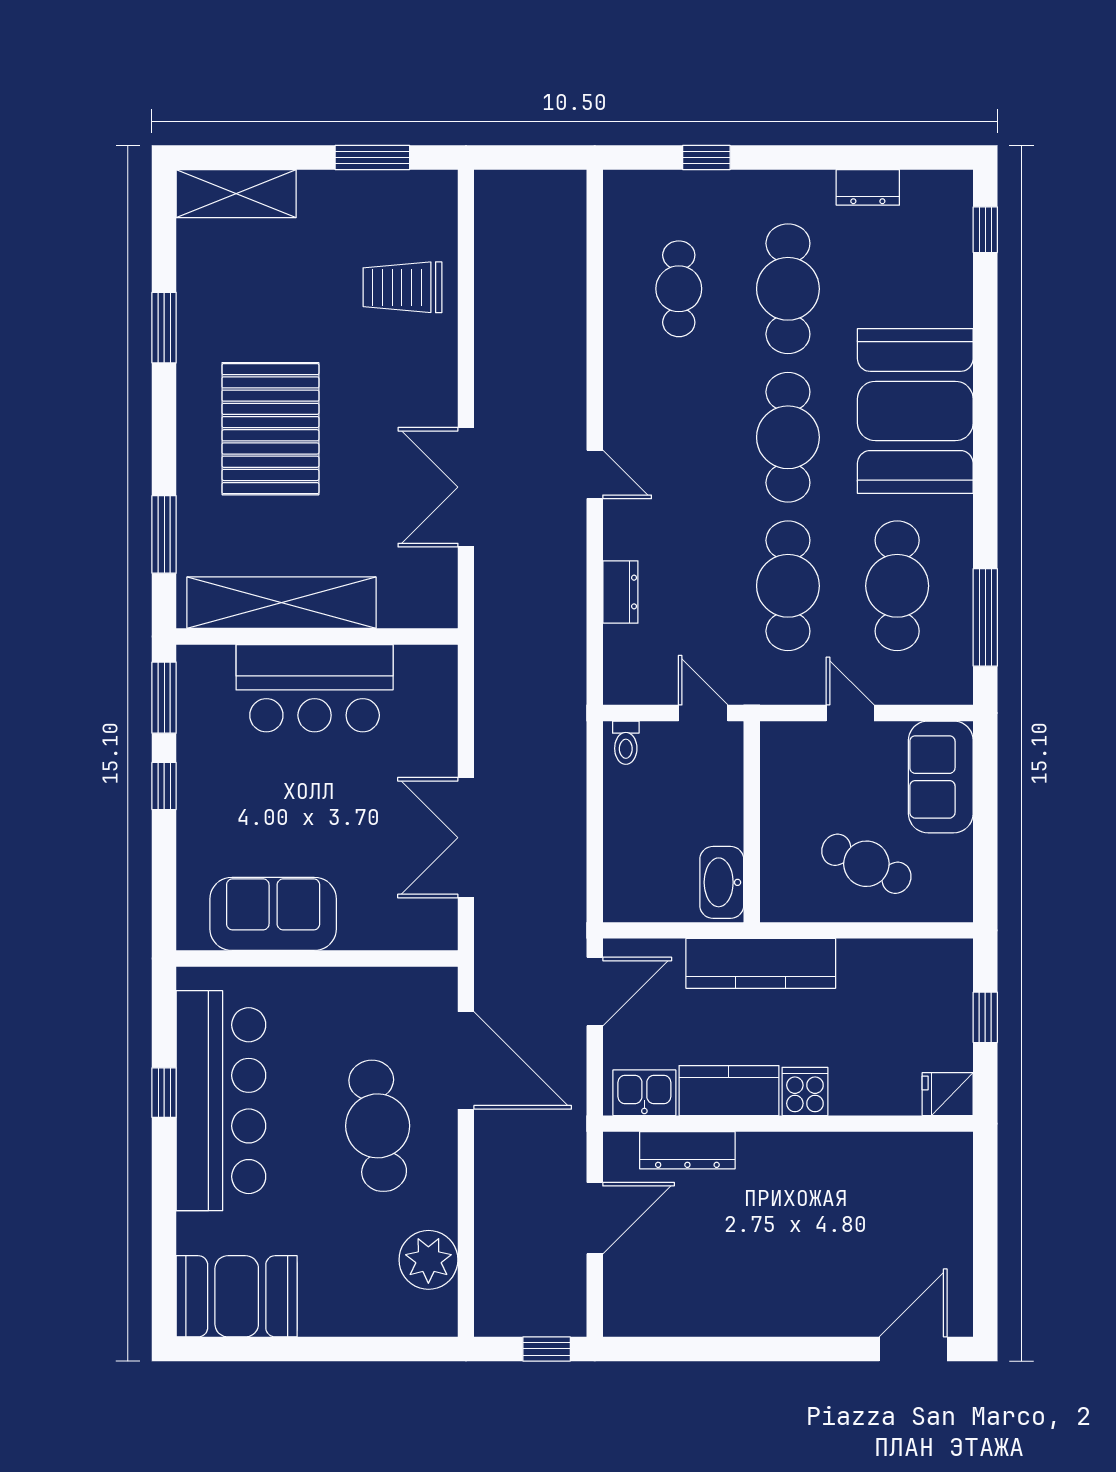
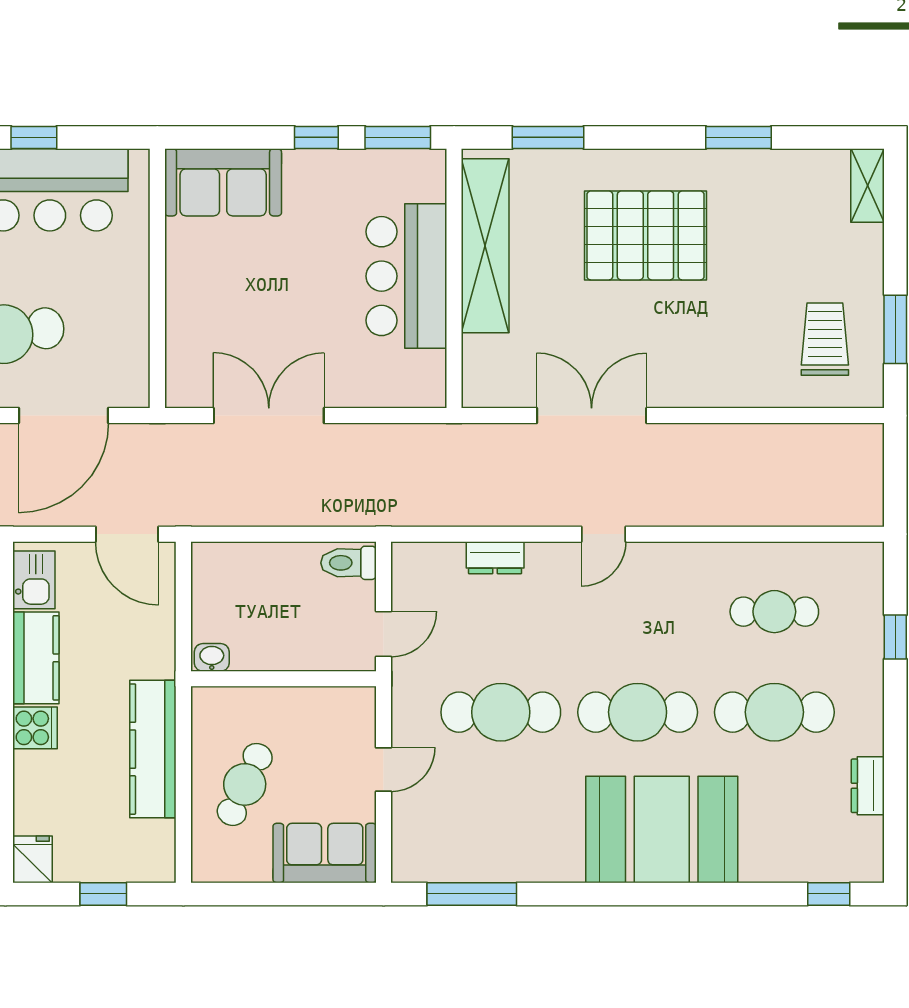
shelving: (236, 194) -> (868, 185), width x0.67, depth x0.75
trolley: (402, 287) -> (825, 339), moved
cafe table: (897, 586) -> (501, 813), removed
toilet: (626, 743) -> (349, 563), width x1.37, depth x1.39
washbasin: (722, 882) -> (212, 657), width x0.52, depth x0.69
sofa: (273, 914) -> (223, 182), moved, turned 90
kitchen counter: (761, 963) -> (153, 749), moved

